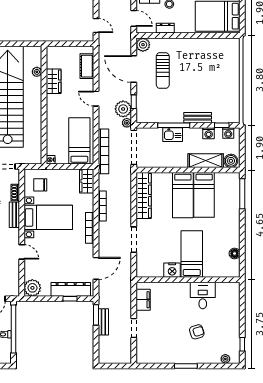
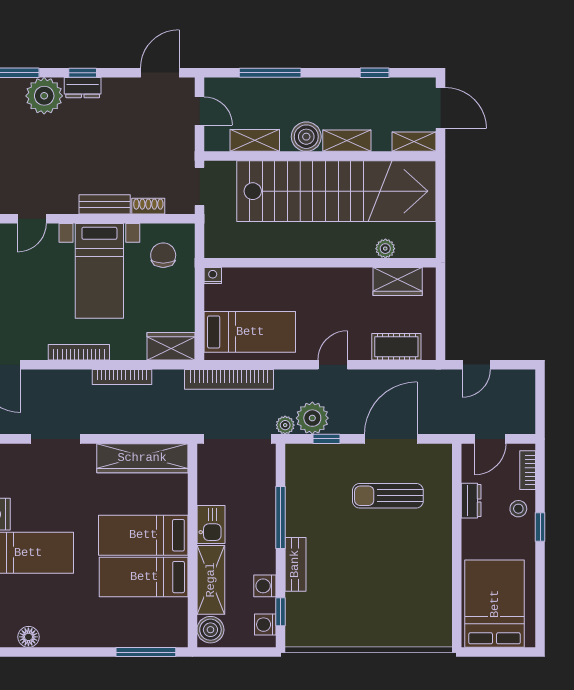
plant: (143, 45) -> (439, 457), removed
wardrobe: (54, 81) -> (398, 282), moved
kitchen sink: (173, 135) -> (211, 524), moved, turned 180

